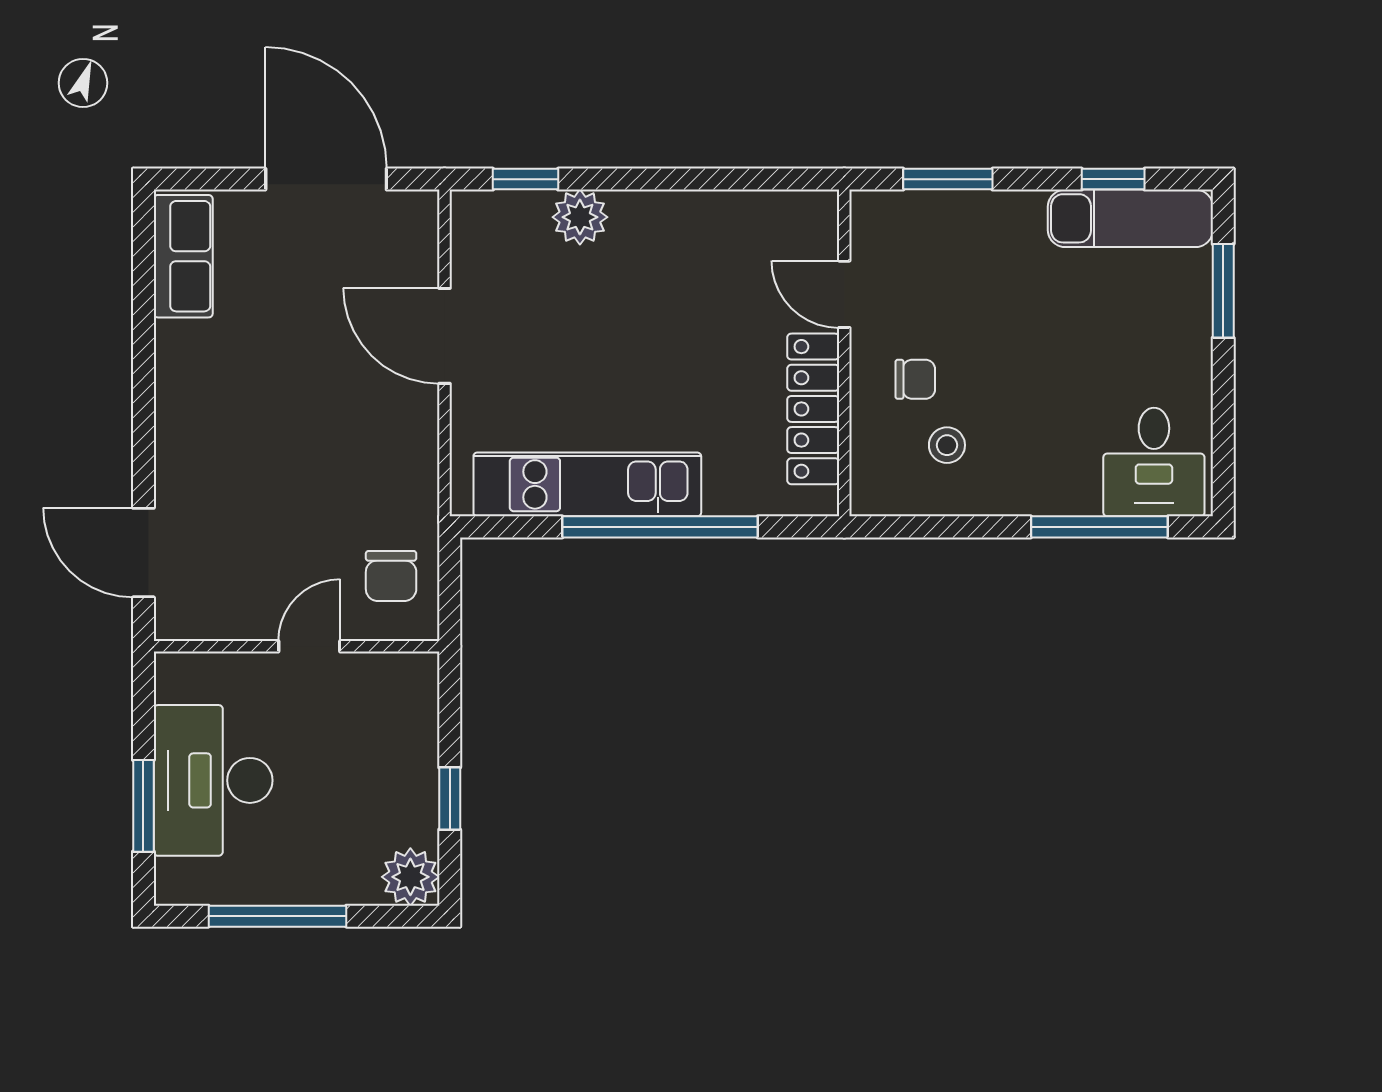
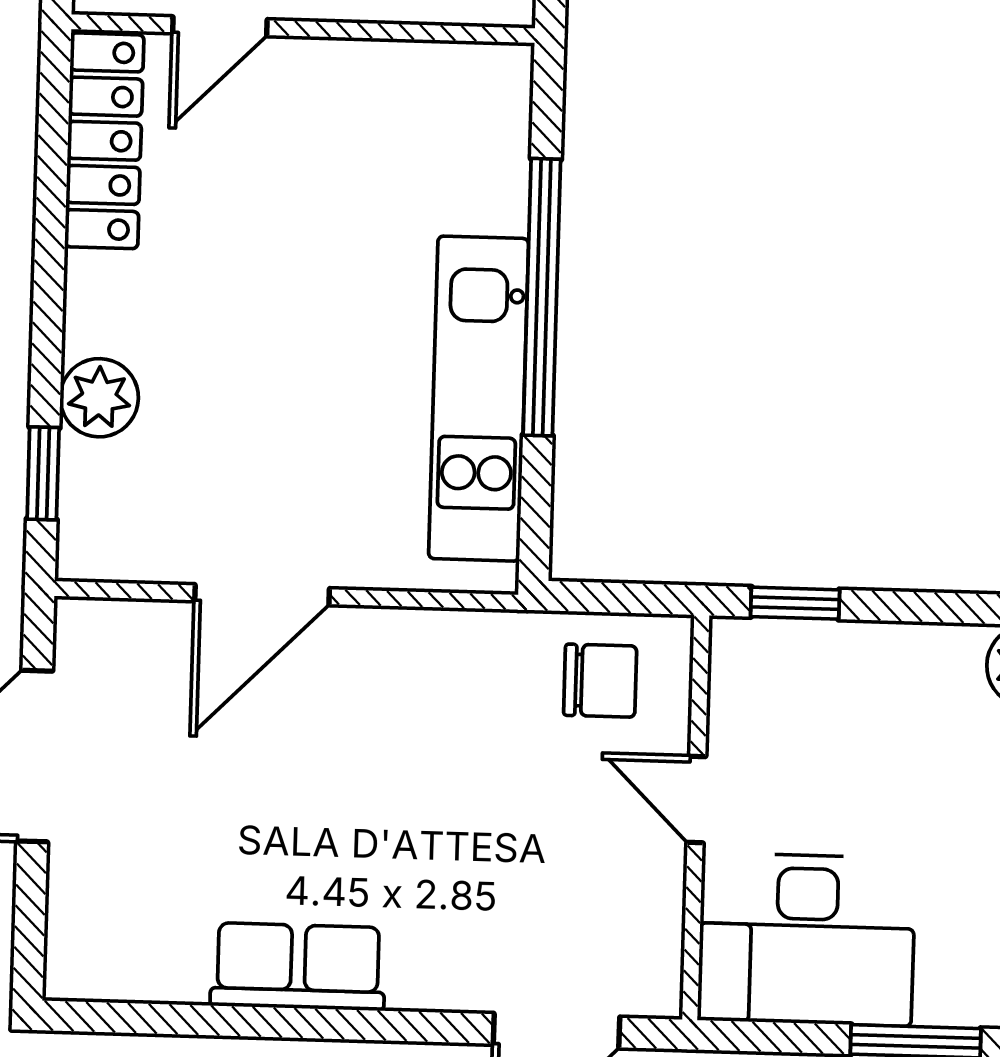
row of seats: (183, 256) -> (298, 967), moved
locker: (813, 409) -> (104, 141), moved, turned -90
desk: (213, 780) -> (807, 939), moved
window: (450, 798) -> (795, 603), moved

